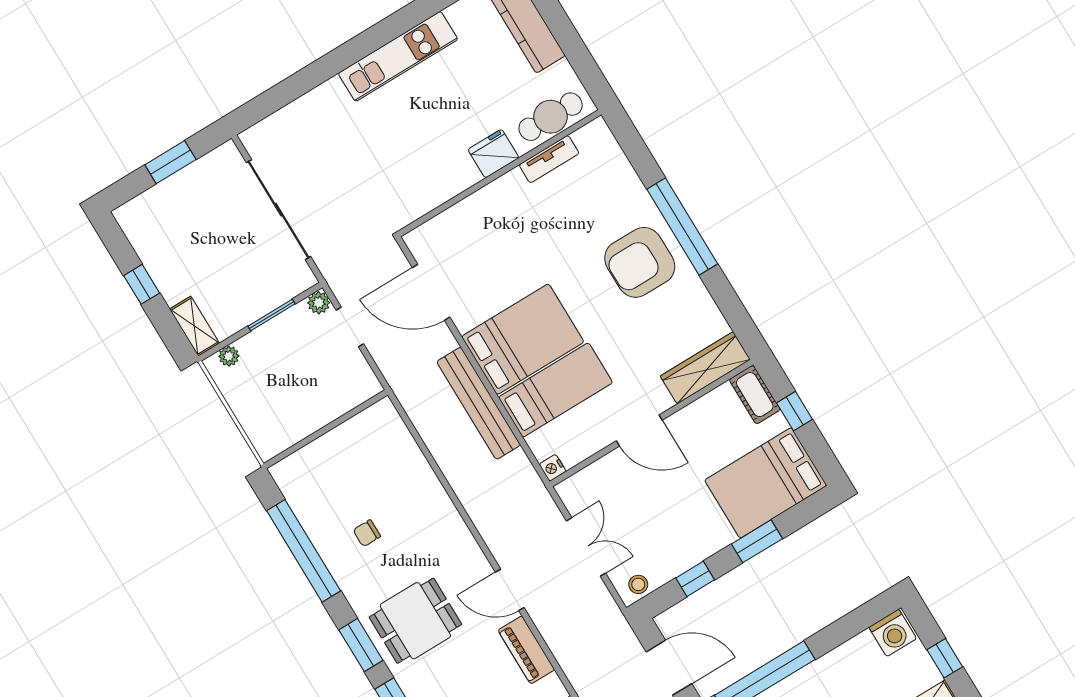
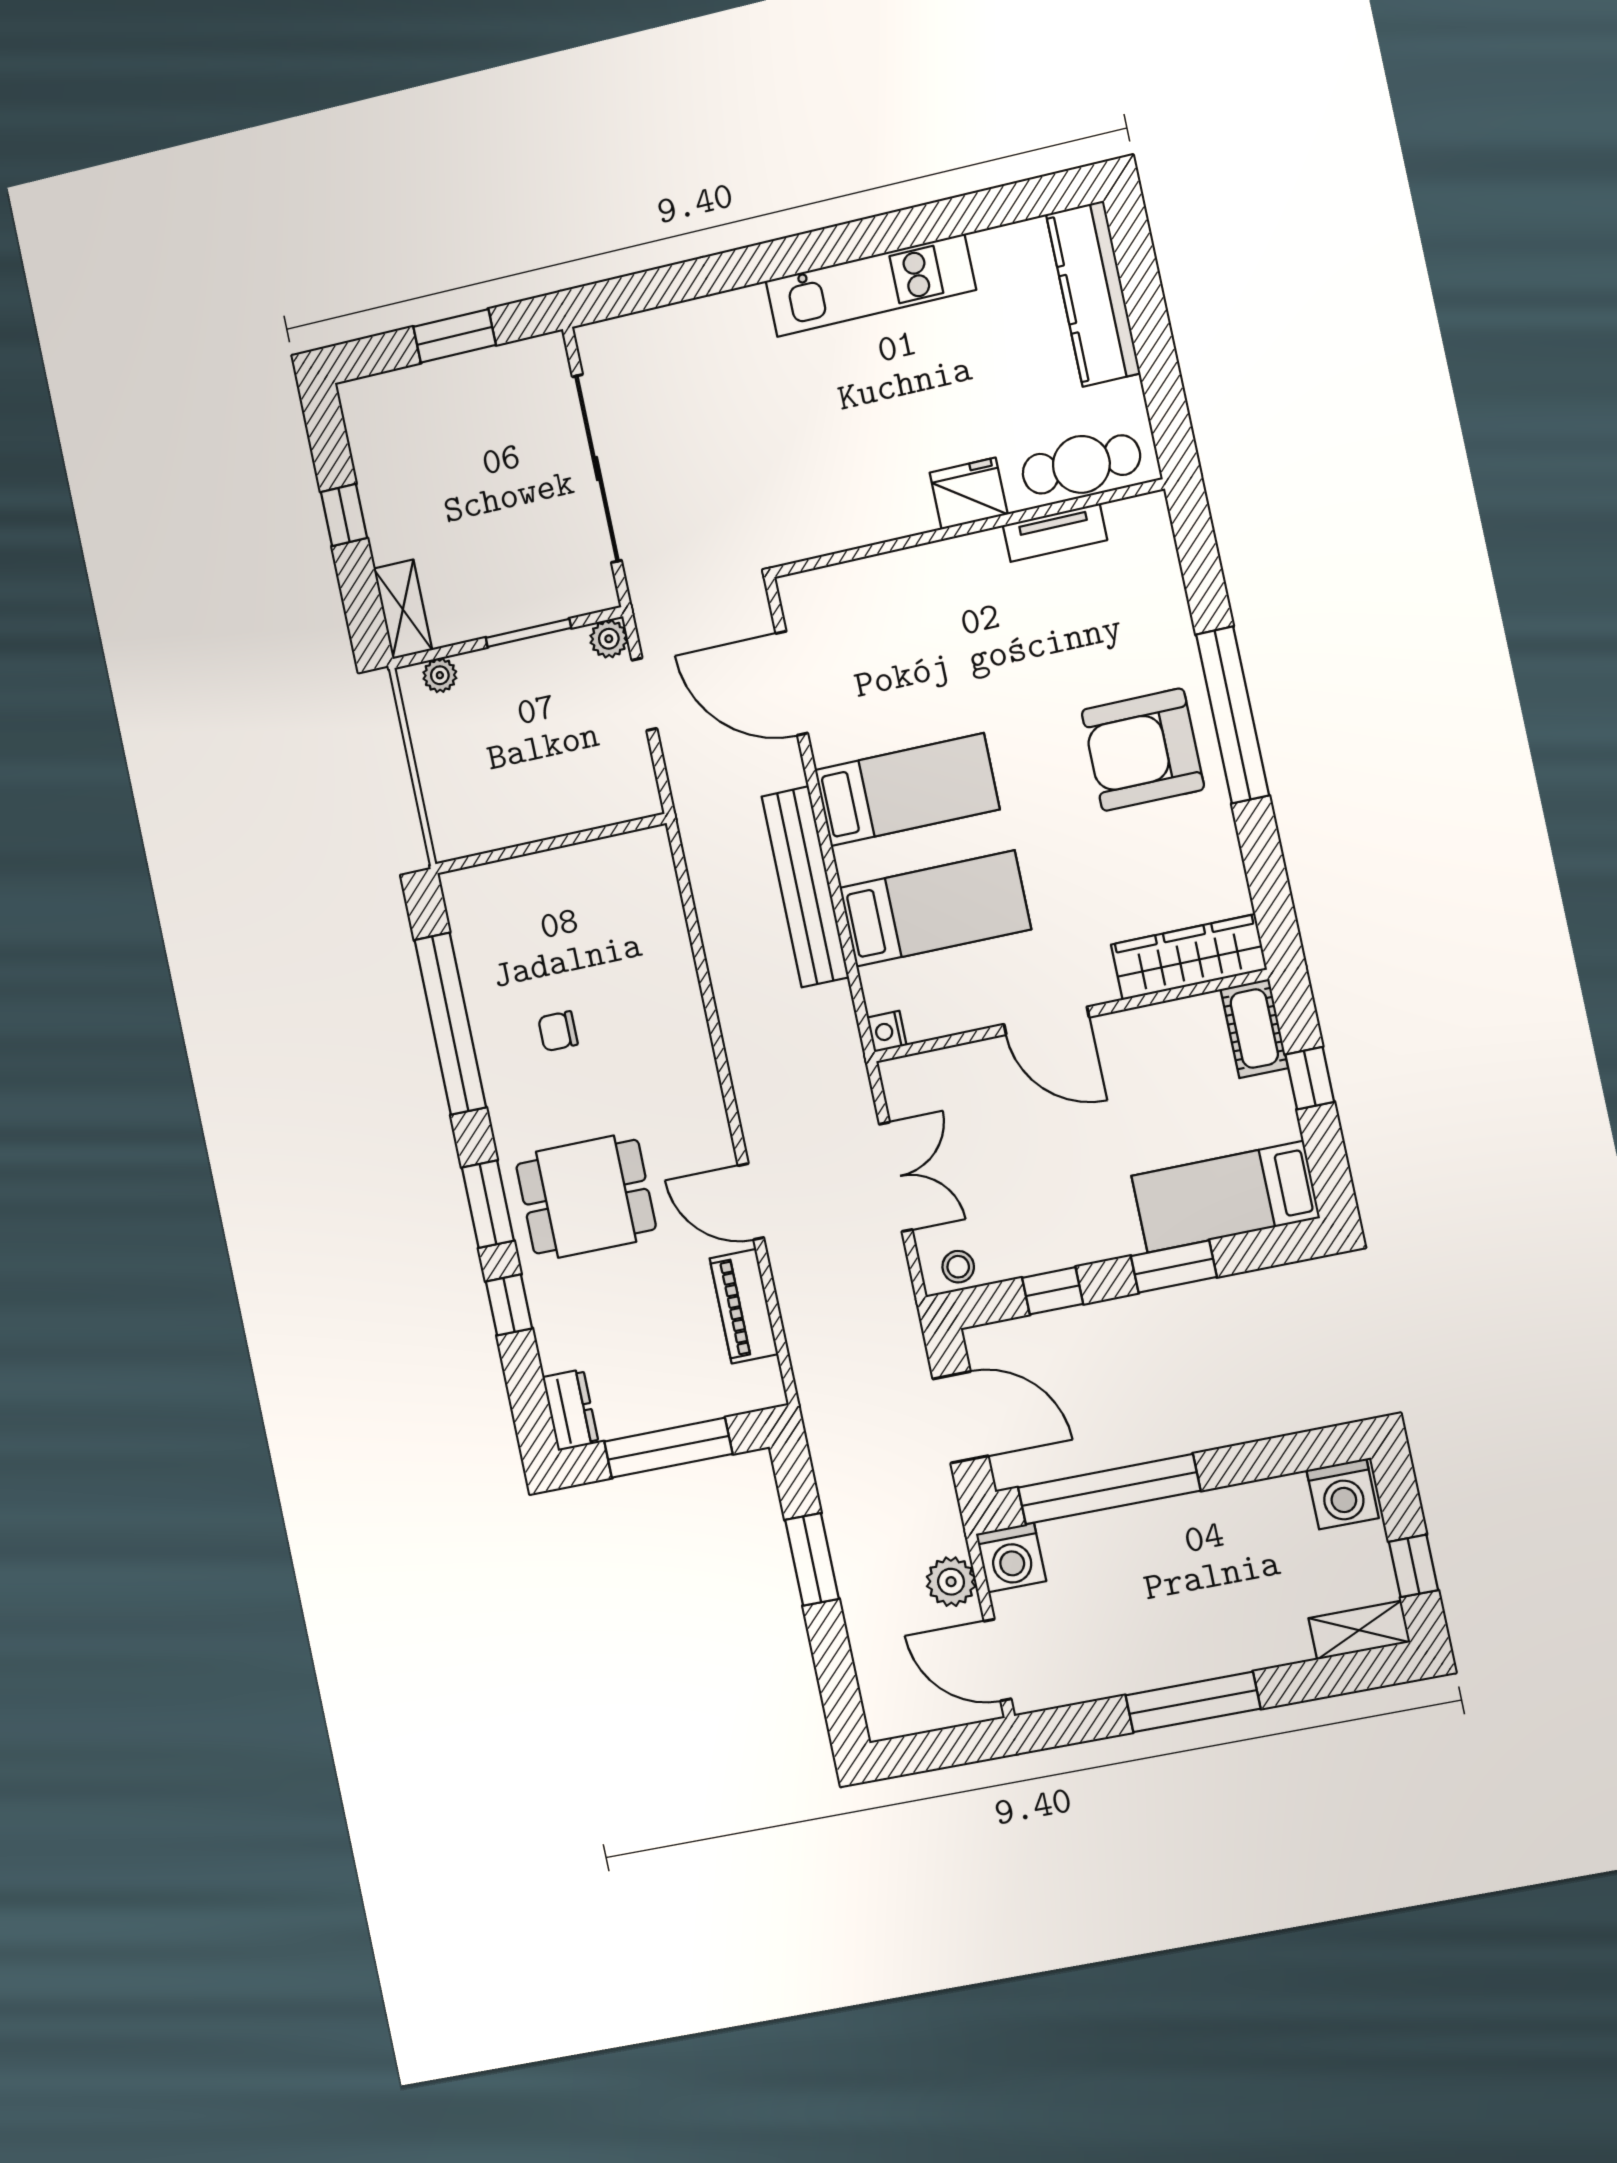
bed: (523, 339) -> (907, 790), width x0.67
bed: (766, 483) -> (1225, 1197), width x0.67

